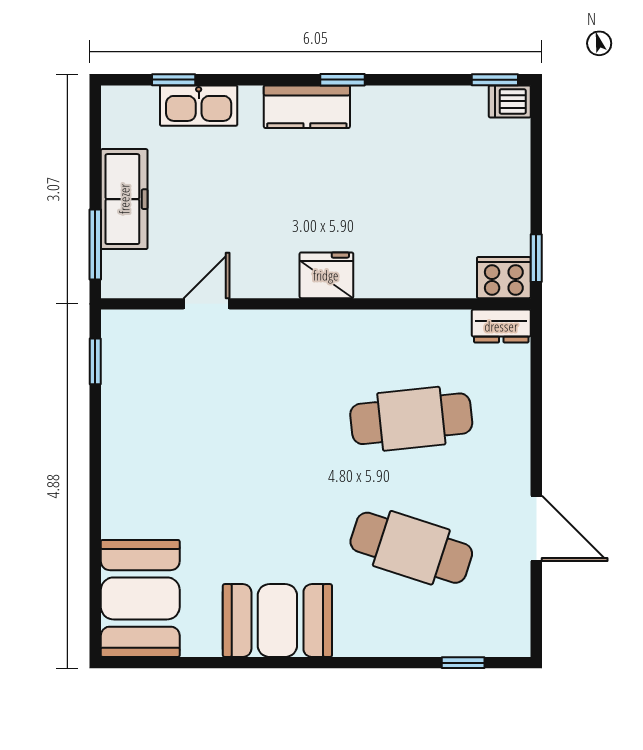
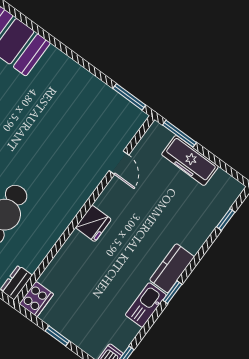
kitchen sink: (199, 106) -> (146, 305), moved
window: (536, 258) -> (57, 336), moved
window: (95, 361) -> (129, 97), width x1.50

